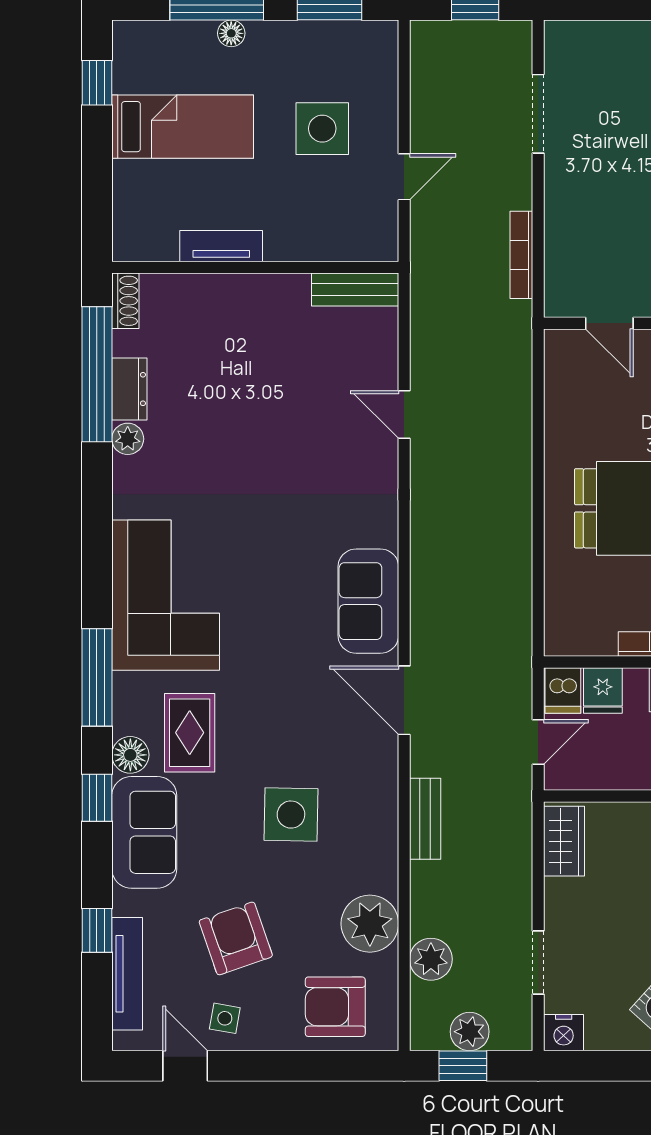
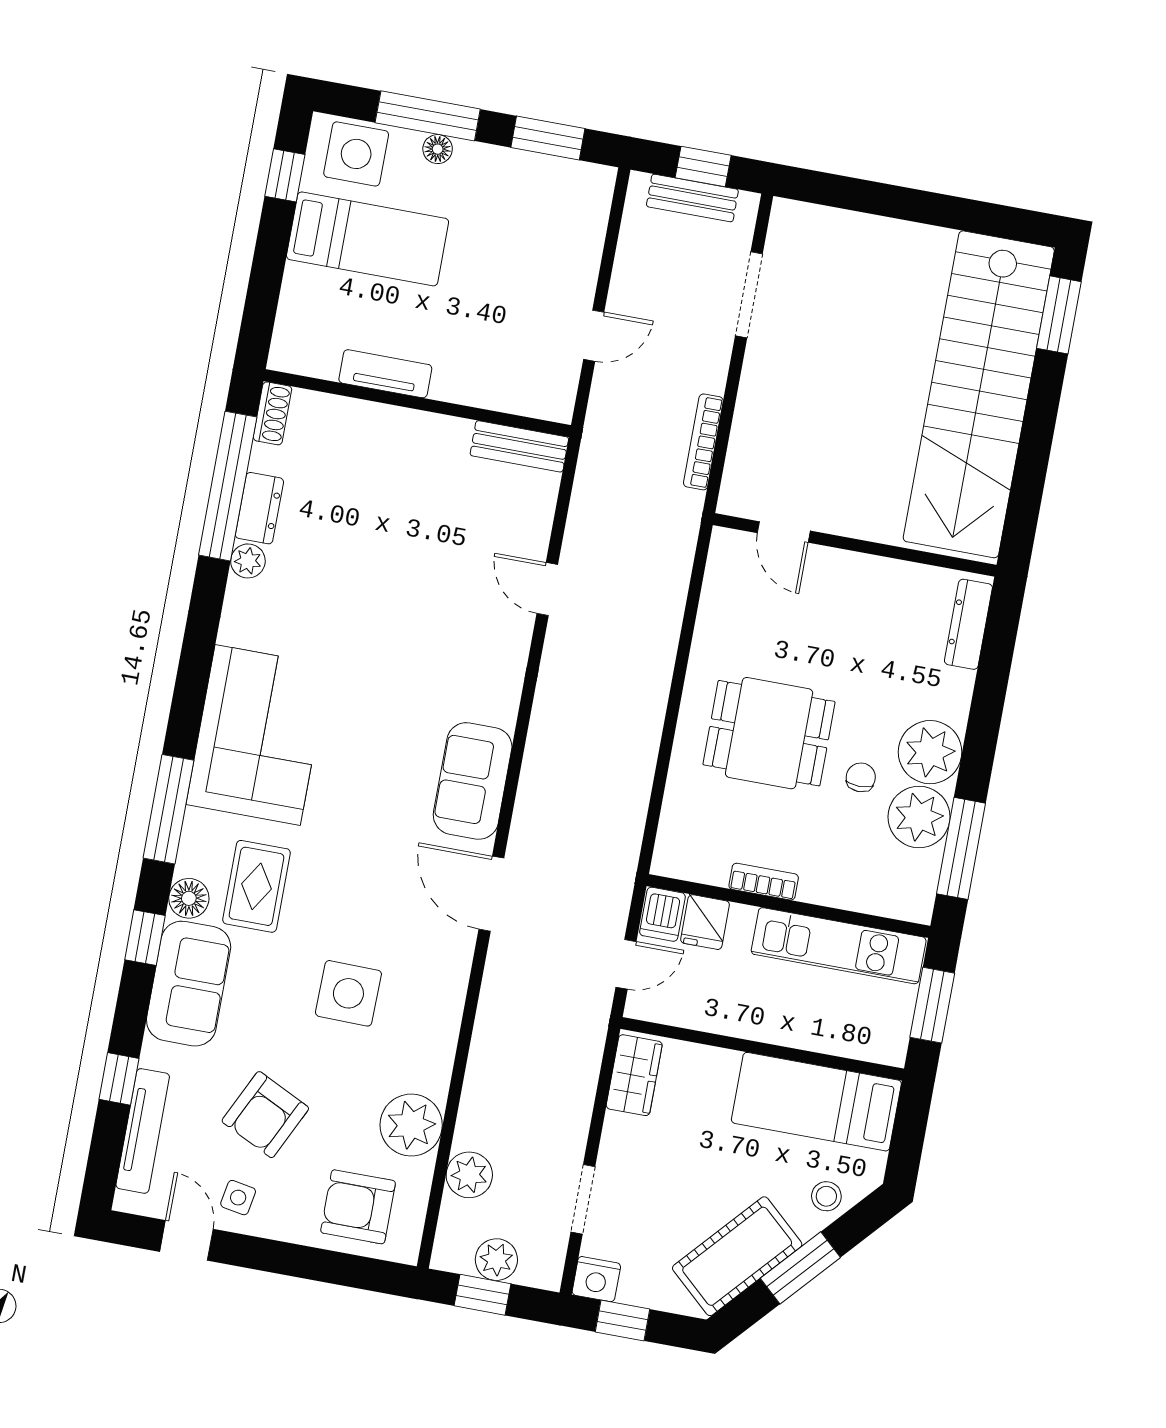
side table: (322, 129) -> (356, 154), moved
bench: (425, 819) -> (692, 198), moved, turned 90
armchair: (236, 938) -> (265, 1115), turned -135
window: (594, 1066) -> (622, 1320), added

